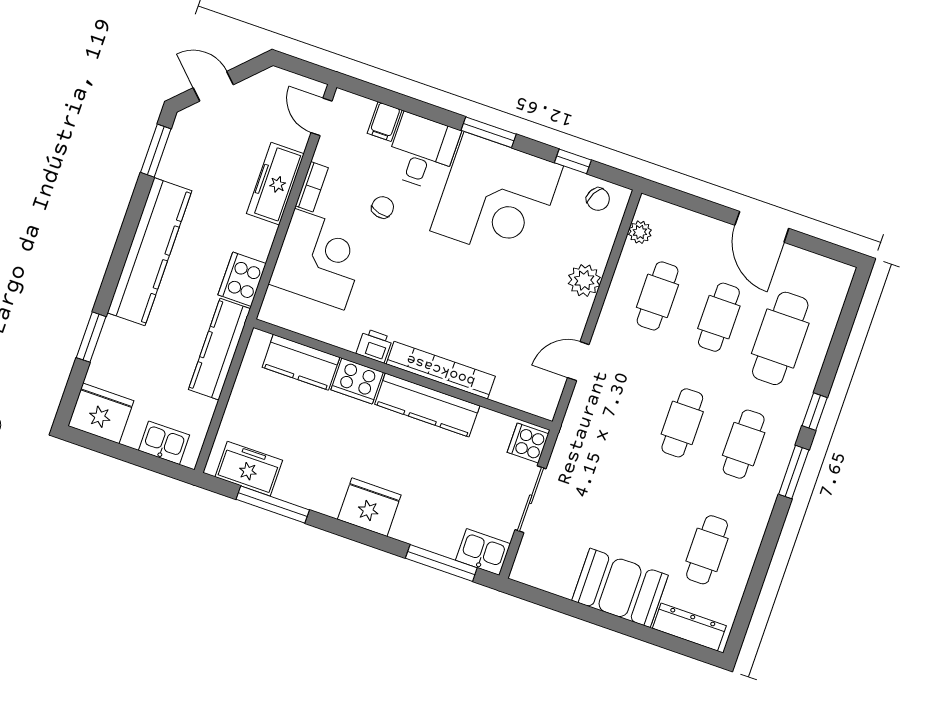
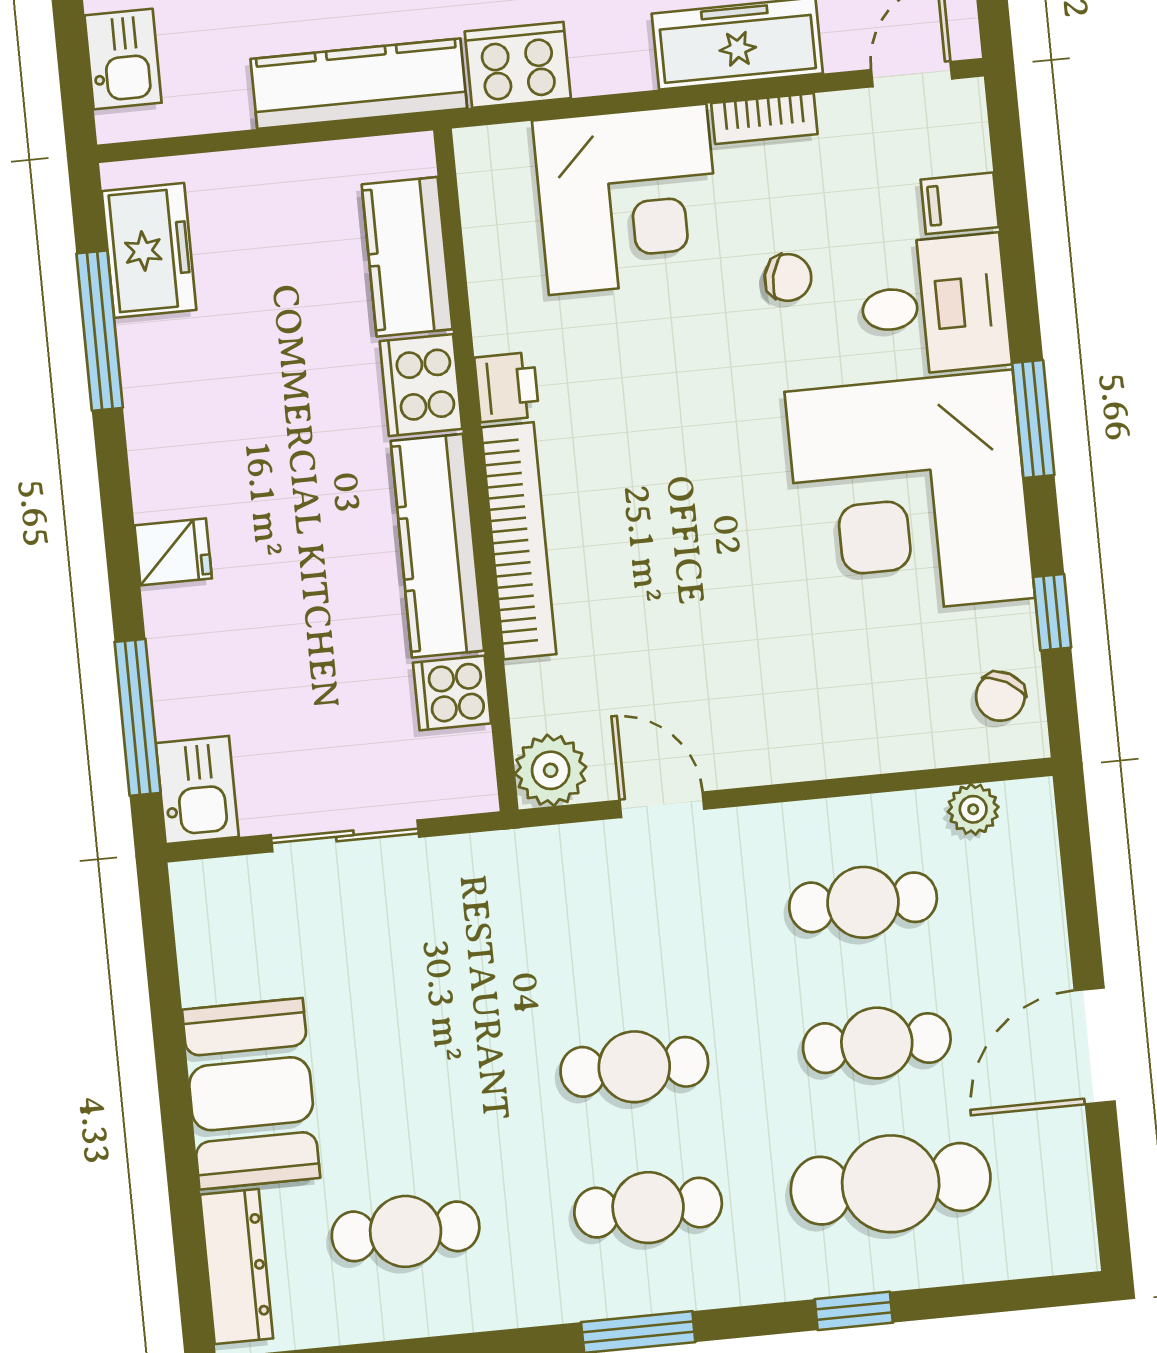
plant: (584, 280) -> (551, 770), moved
window: (815, 412) -> (854, 1311), moved
cooker: (528, 443) -> (452, 693), moved, turned -90
fridge: (369, 507) -> (173, 552), width x0.53, depth x0.75

